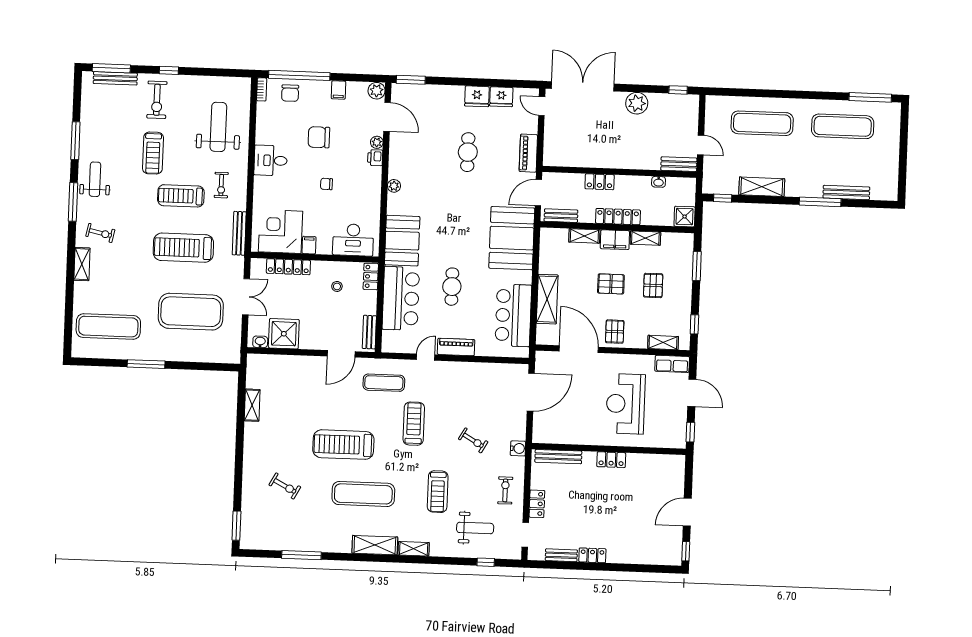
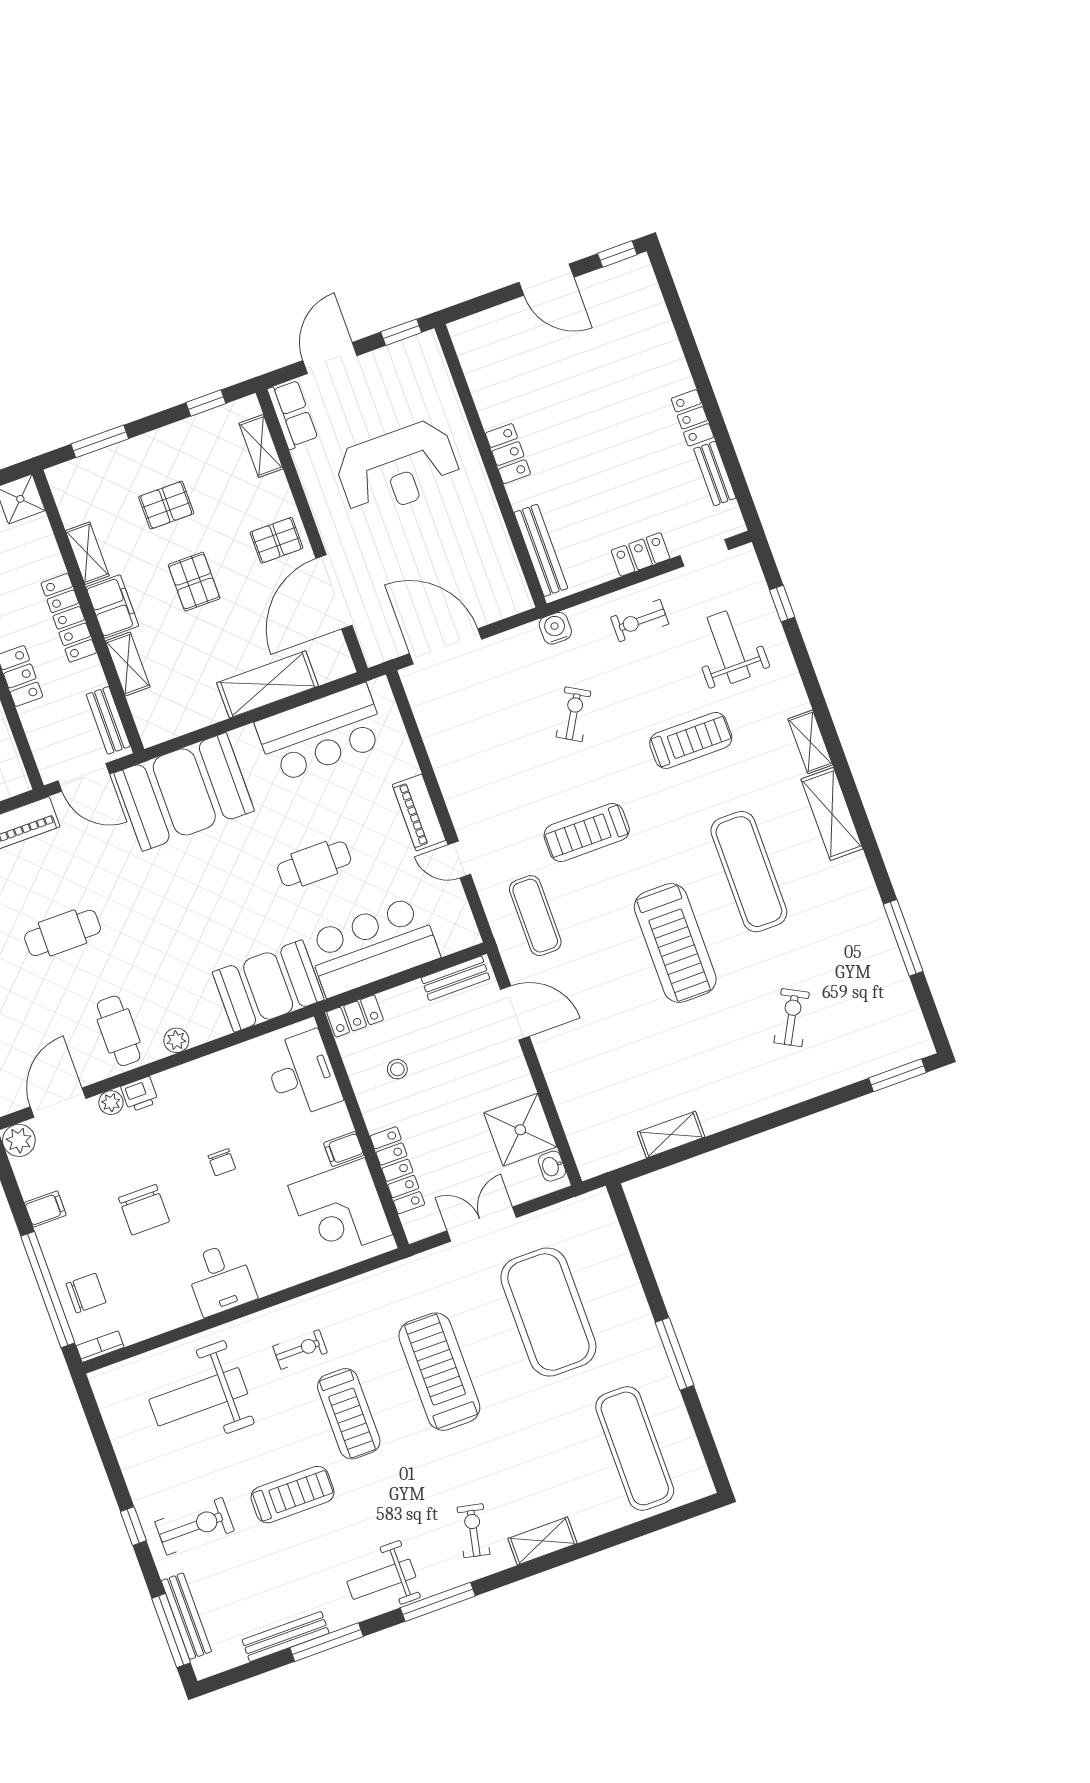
cafe table: (410, 160) -> (119, 1031), added
bench: (239, 233) -> (286, 1637), moved
treadmill: (183, 248) -> (439, 1372), turned 180

